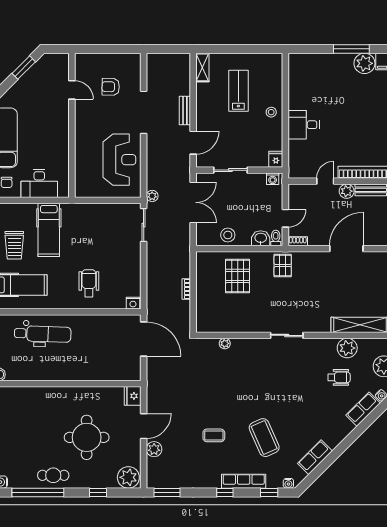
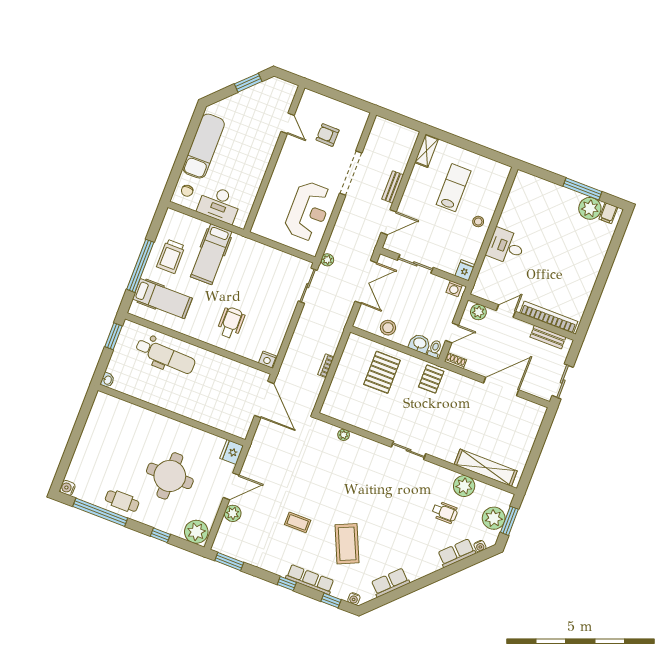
plant: (347, 191) -> (478, 312), moved

